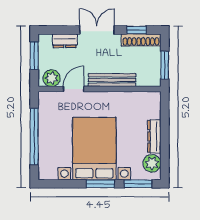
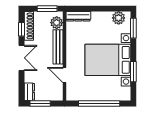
double door: (97, 30) -> (22, 58), swing flipped
dresser: (65, 41) -> (29, 92), moved
plant: (52, 78) -> (57, 23), moved
dresser: (154, 136) -> (78, 16), moved
window: (100, 184) -> (133, 72), moved

